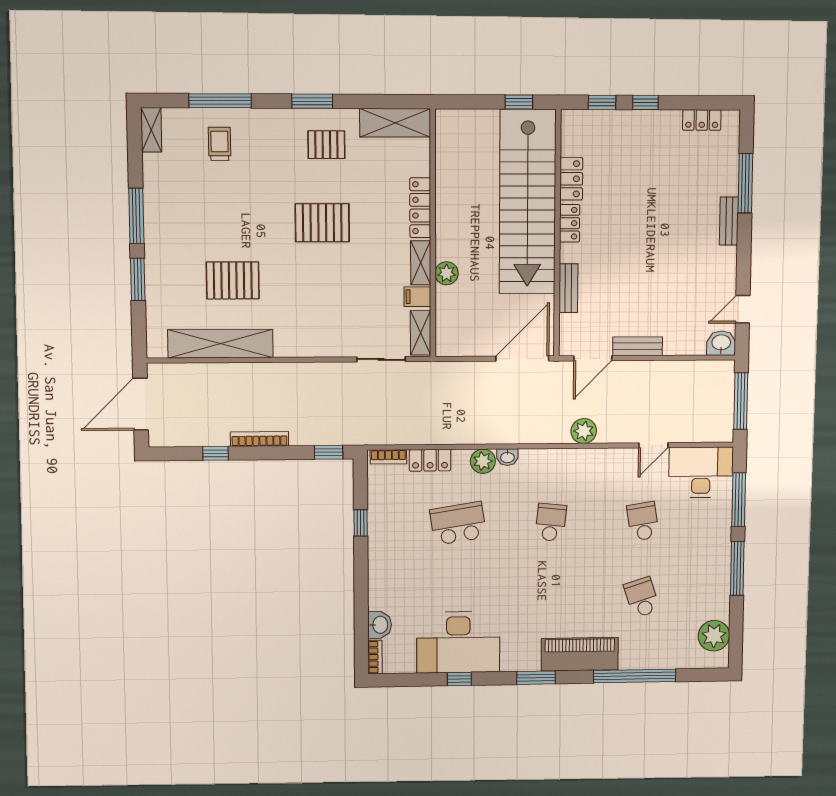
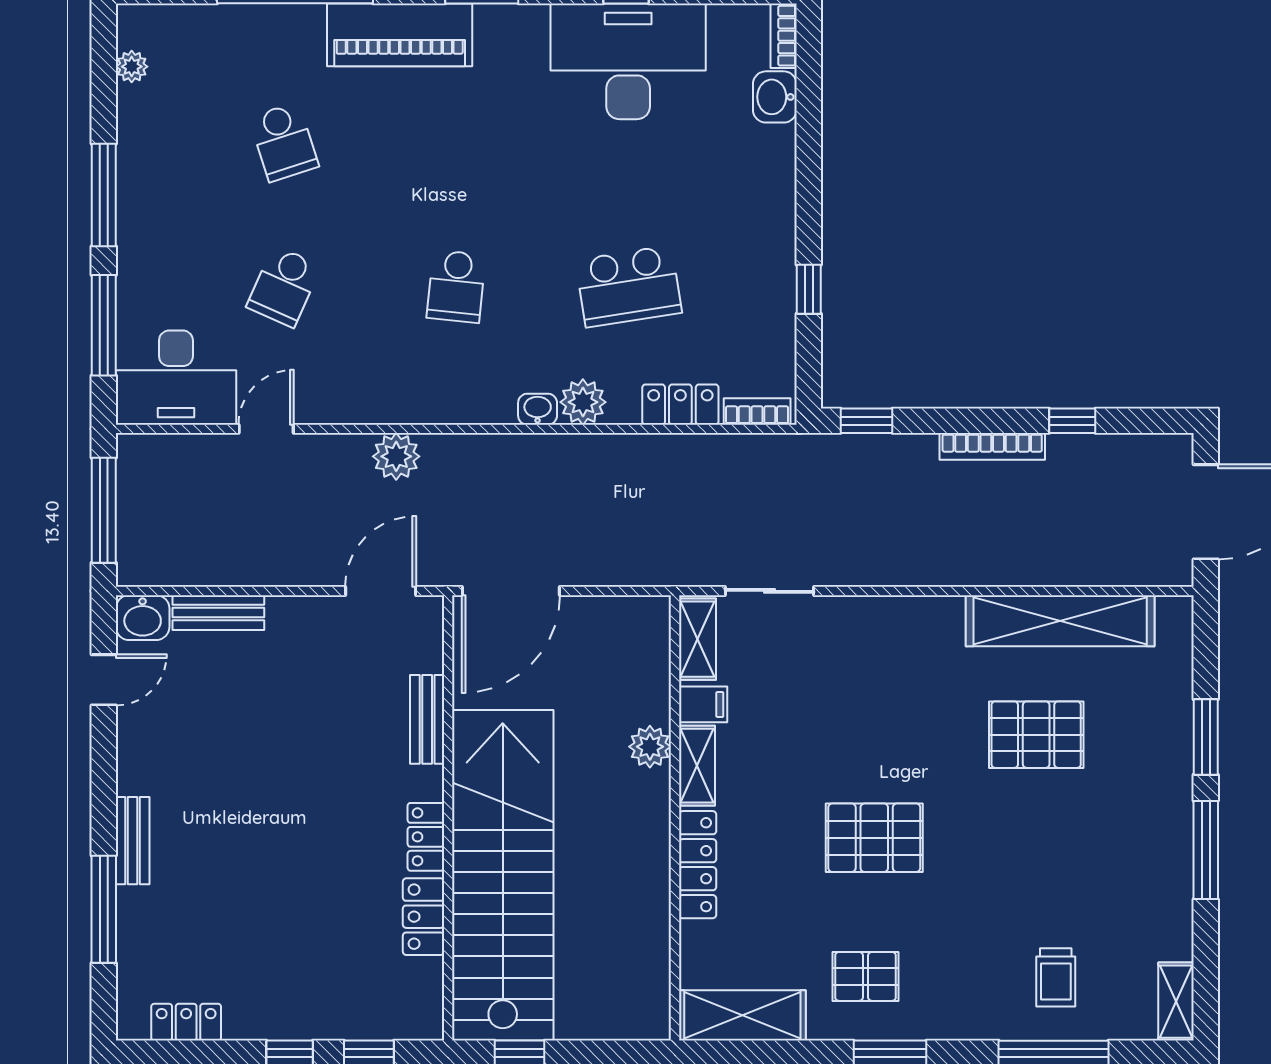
bench: (638, 346) -> (218, 613), moved
school desk: (643, 521) -> (284, 286), turned 33
plant: (714, 636) -> (132, 67), width x0.53, depth x0.53

